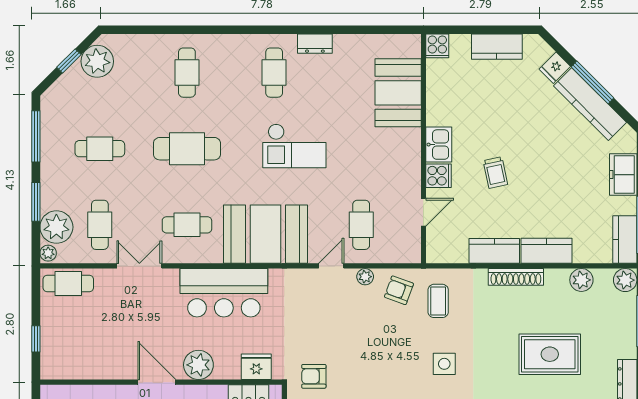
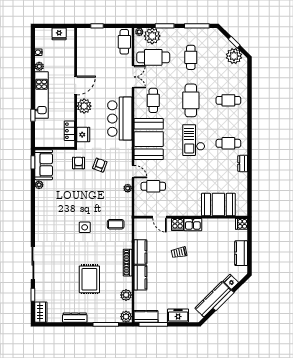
checkout: (294, 146) -> (194, 140), moved
cafe table: (100, 225) -> (153, 57), width x1.37, depth x1.35
armchair: (399, 290) -> (100, 165), moved

